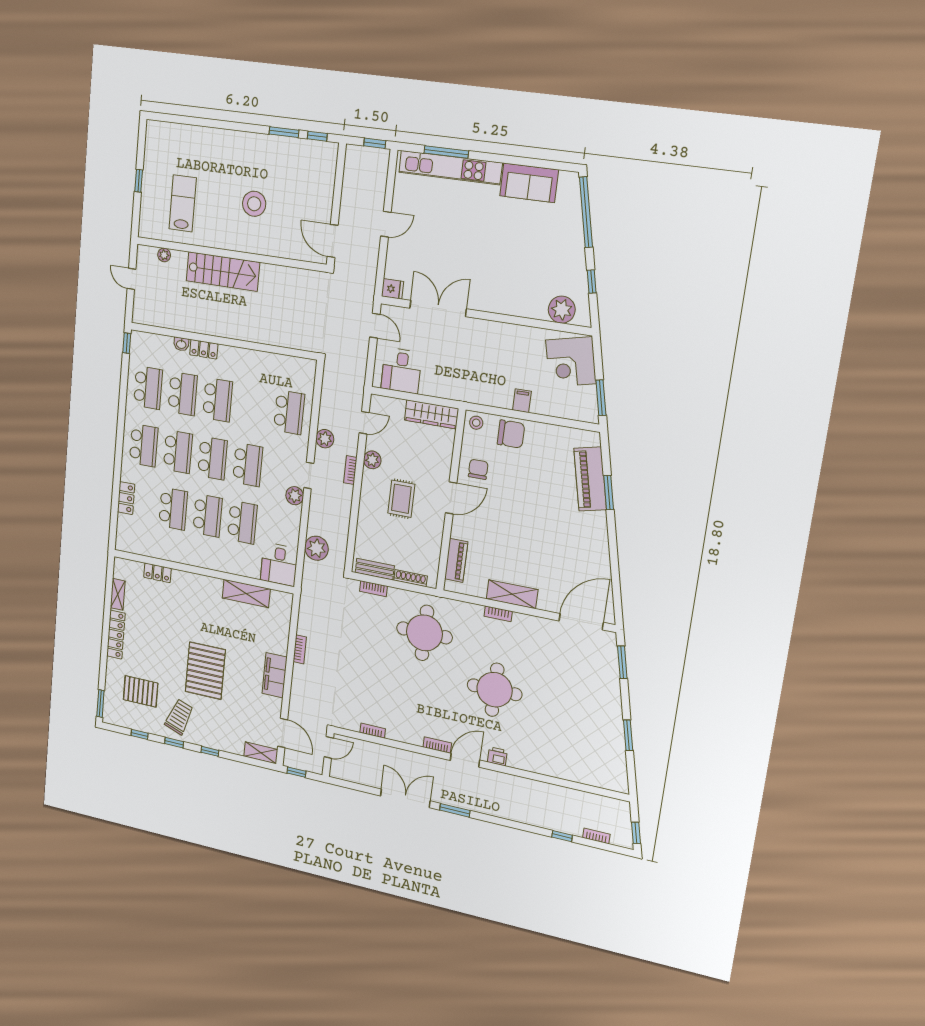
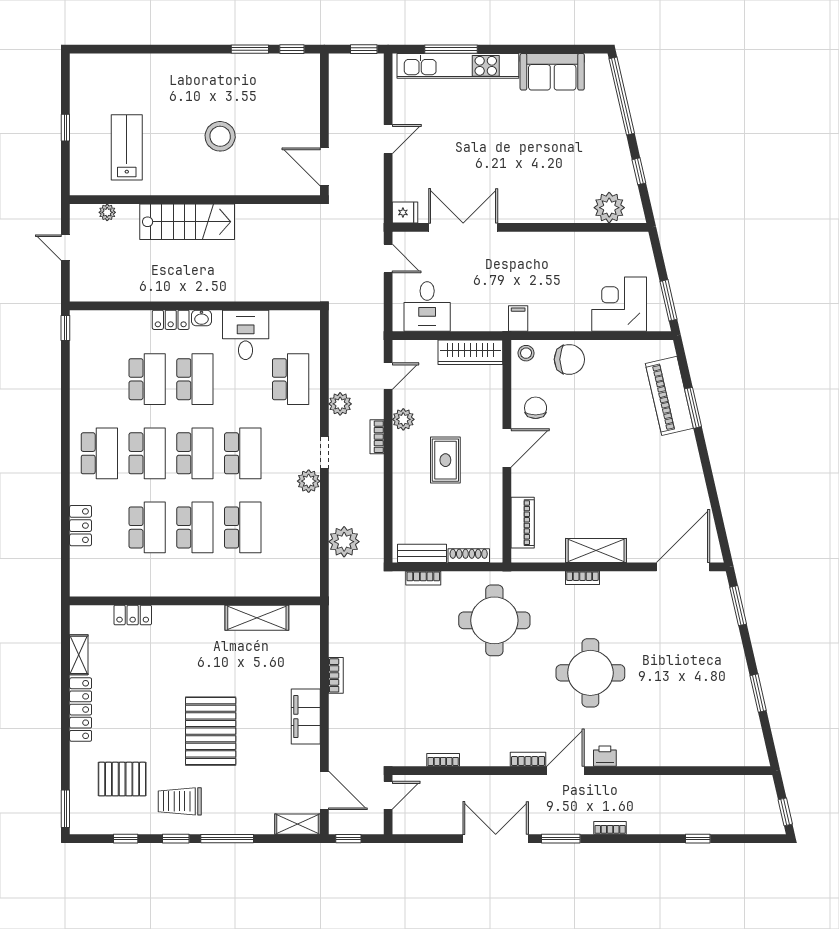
washbasin: (181, 344) -> (201, 318), moved
corner desk: (571, 362) -> (619, 304), moved, turned 103
school desk: (148, 388) -> (99, 379), removed
filing cabinet: (522, 401) -> (518, 318), moved
desk: (279, 564) -> (246, 335), moved, turned 180
trolley: (179, 717) -> (180, 801), turned -110
window: (210, 751) -> (227, 839), width x2.17
bookcase: (596, 836) -> (610, 828), moved

